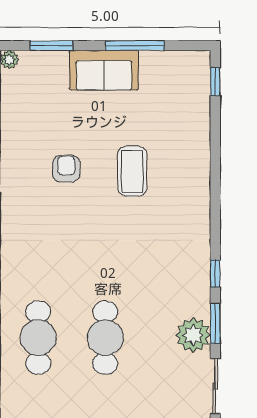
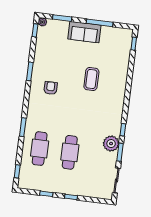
armchair: (66, 169) -> (51, 88), moved
plant: (193, 335) -> (111, 144), moved

